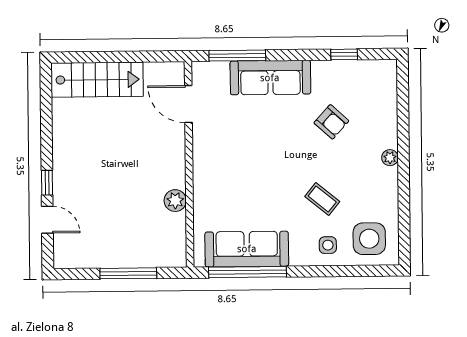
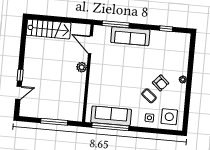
armchair: (331, 122) -> (161, 83), moved
plant: (175, 201) -> (82, 67), moved
door: (47, 220) -> (18, 93), hinge flipped

